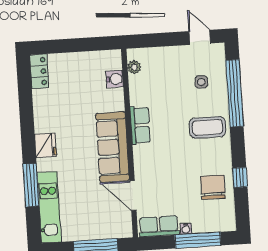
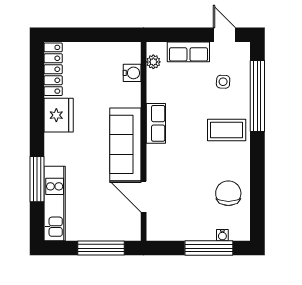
locker: (39, 71) -> (53, 69), width x1.53
fridge: (45, 145) -> (59, 115), moved, width x1.36, depth x1.34
window: (240, 178) -> (257, 185), removed
row of seats: (159, 226) -> (188, 52), moved, turned 180
water cooler: (186, 229) -> (222, 235), moved

